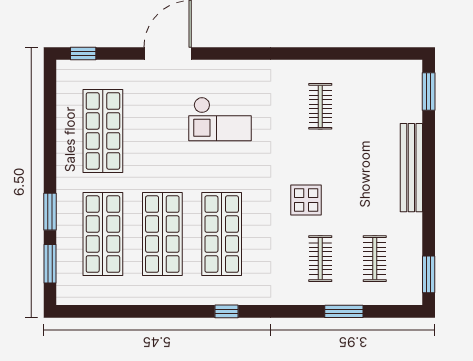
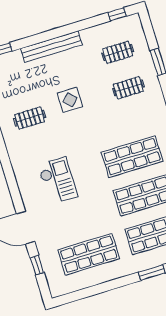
window: (83, 54) -> (37, 265), moved
display table: (306, 200) -> (70, 100), moved
window: (429, 274) -> (117, 14), width x0.67

